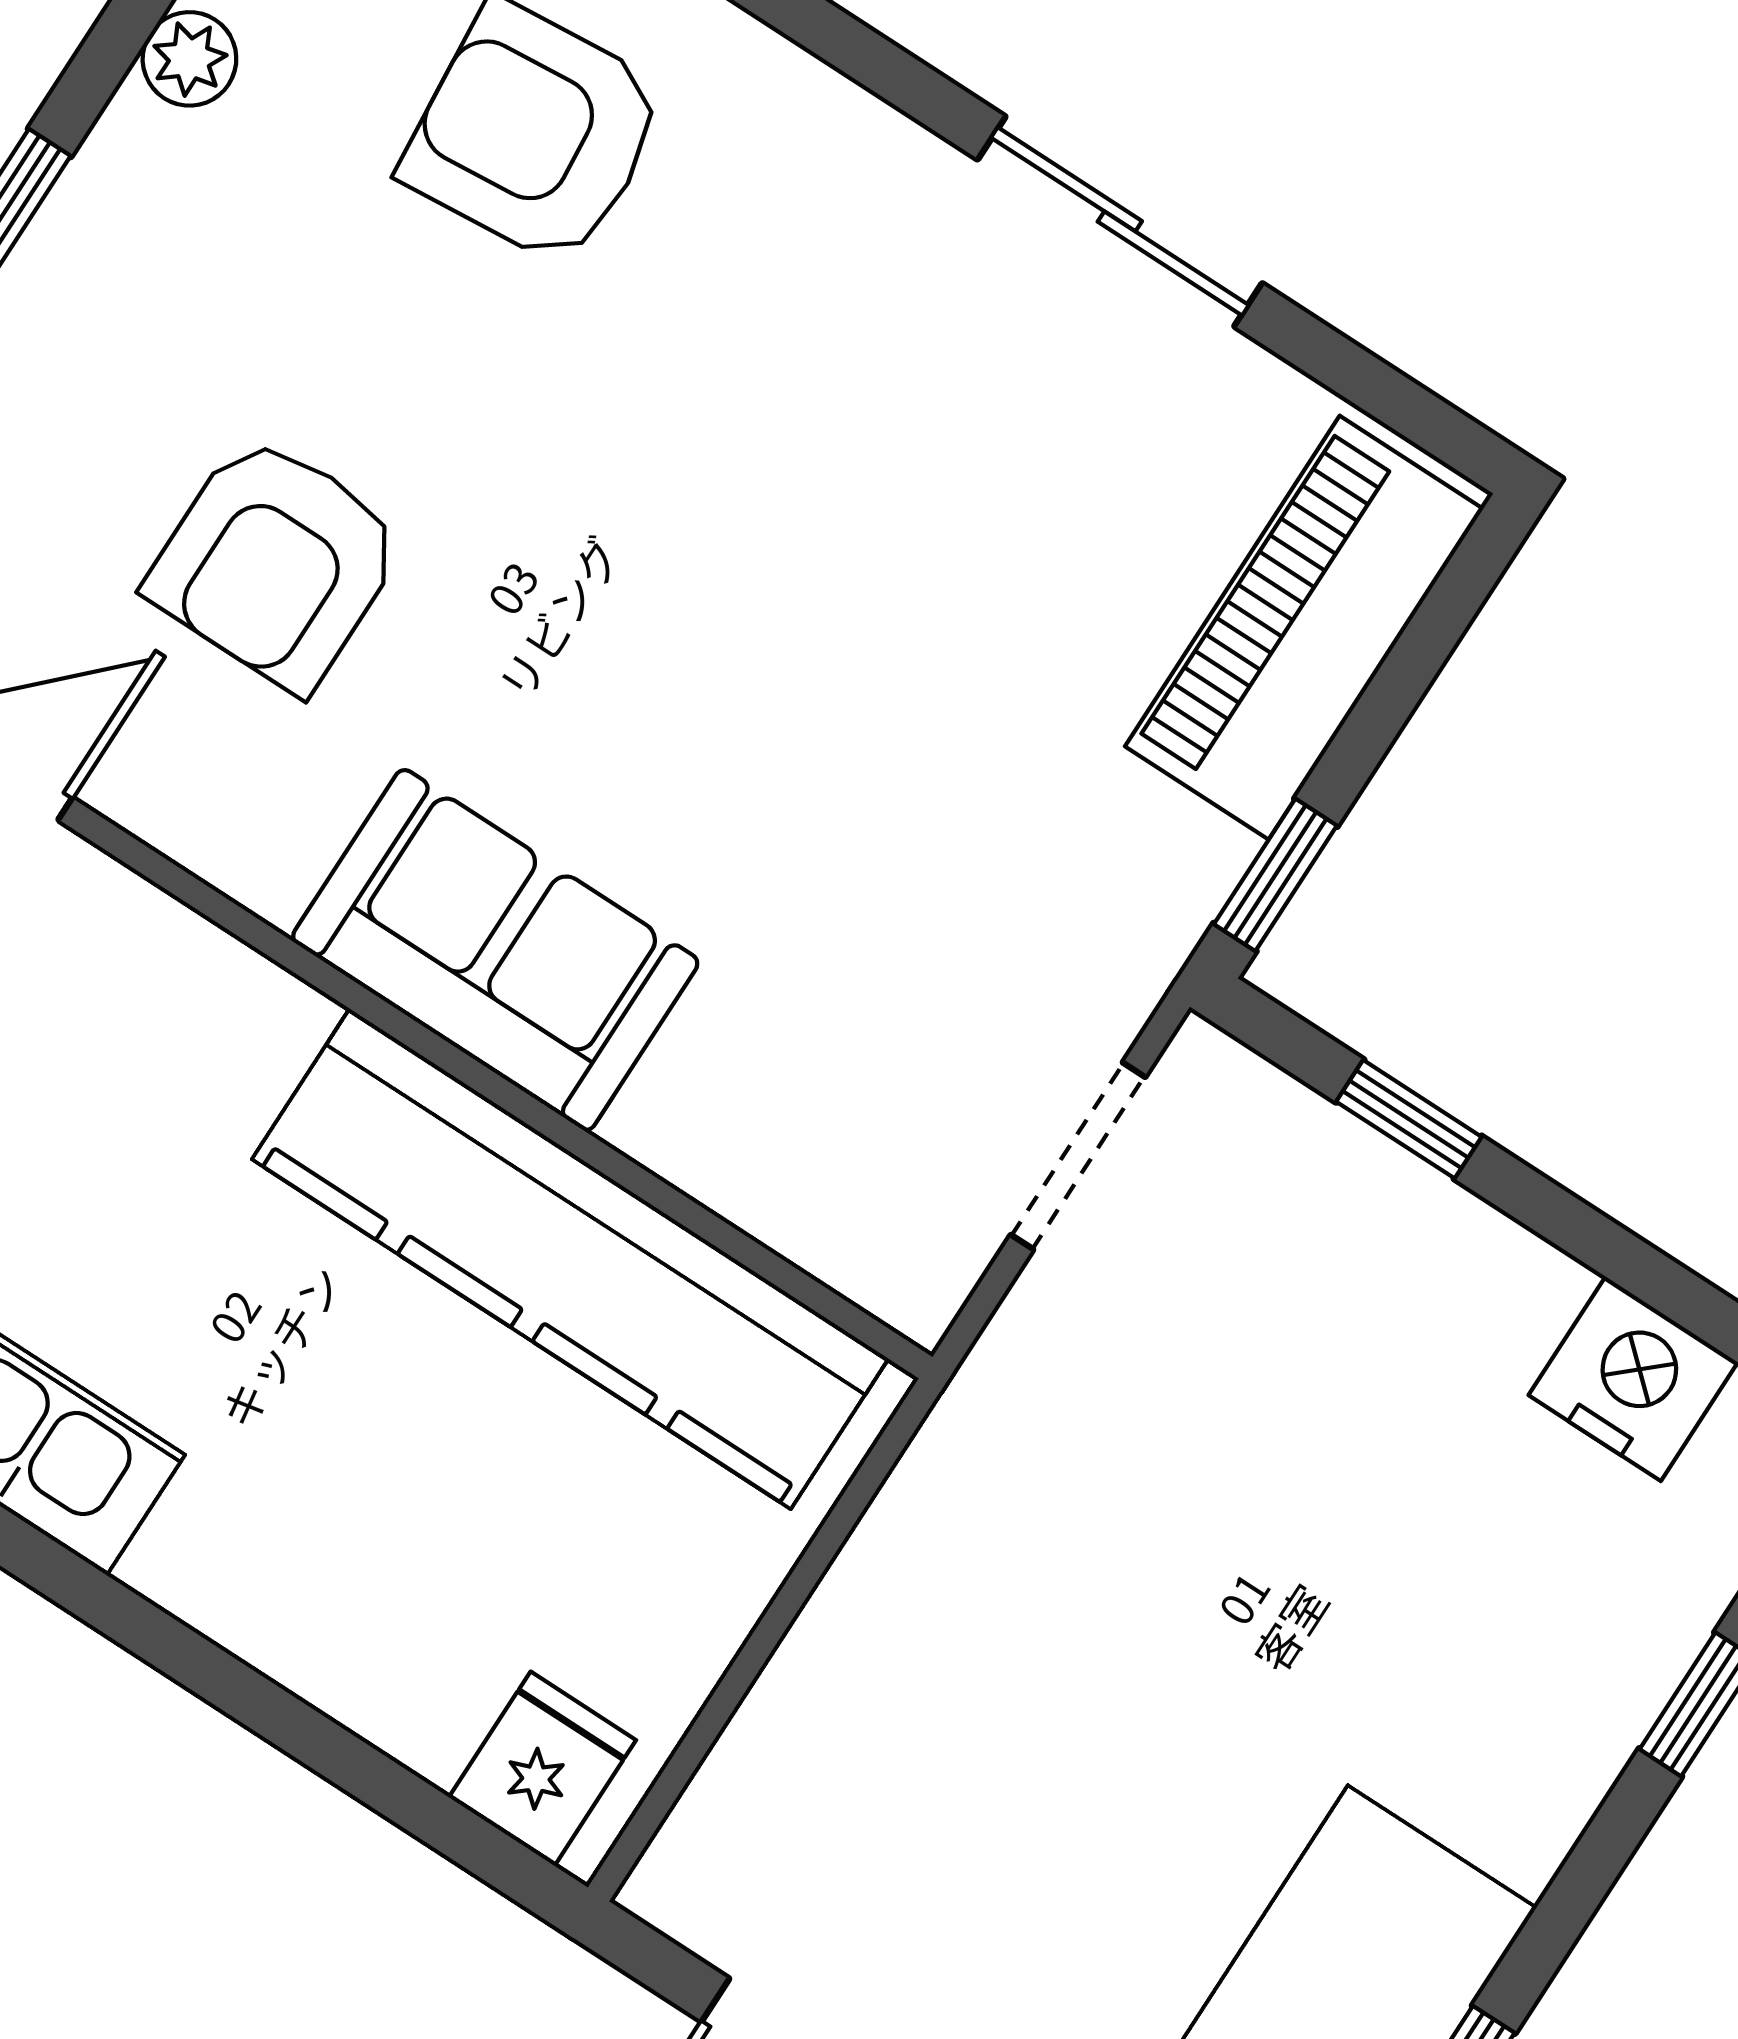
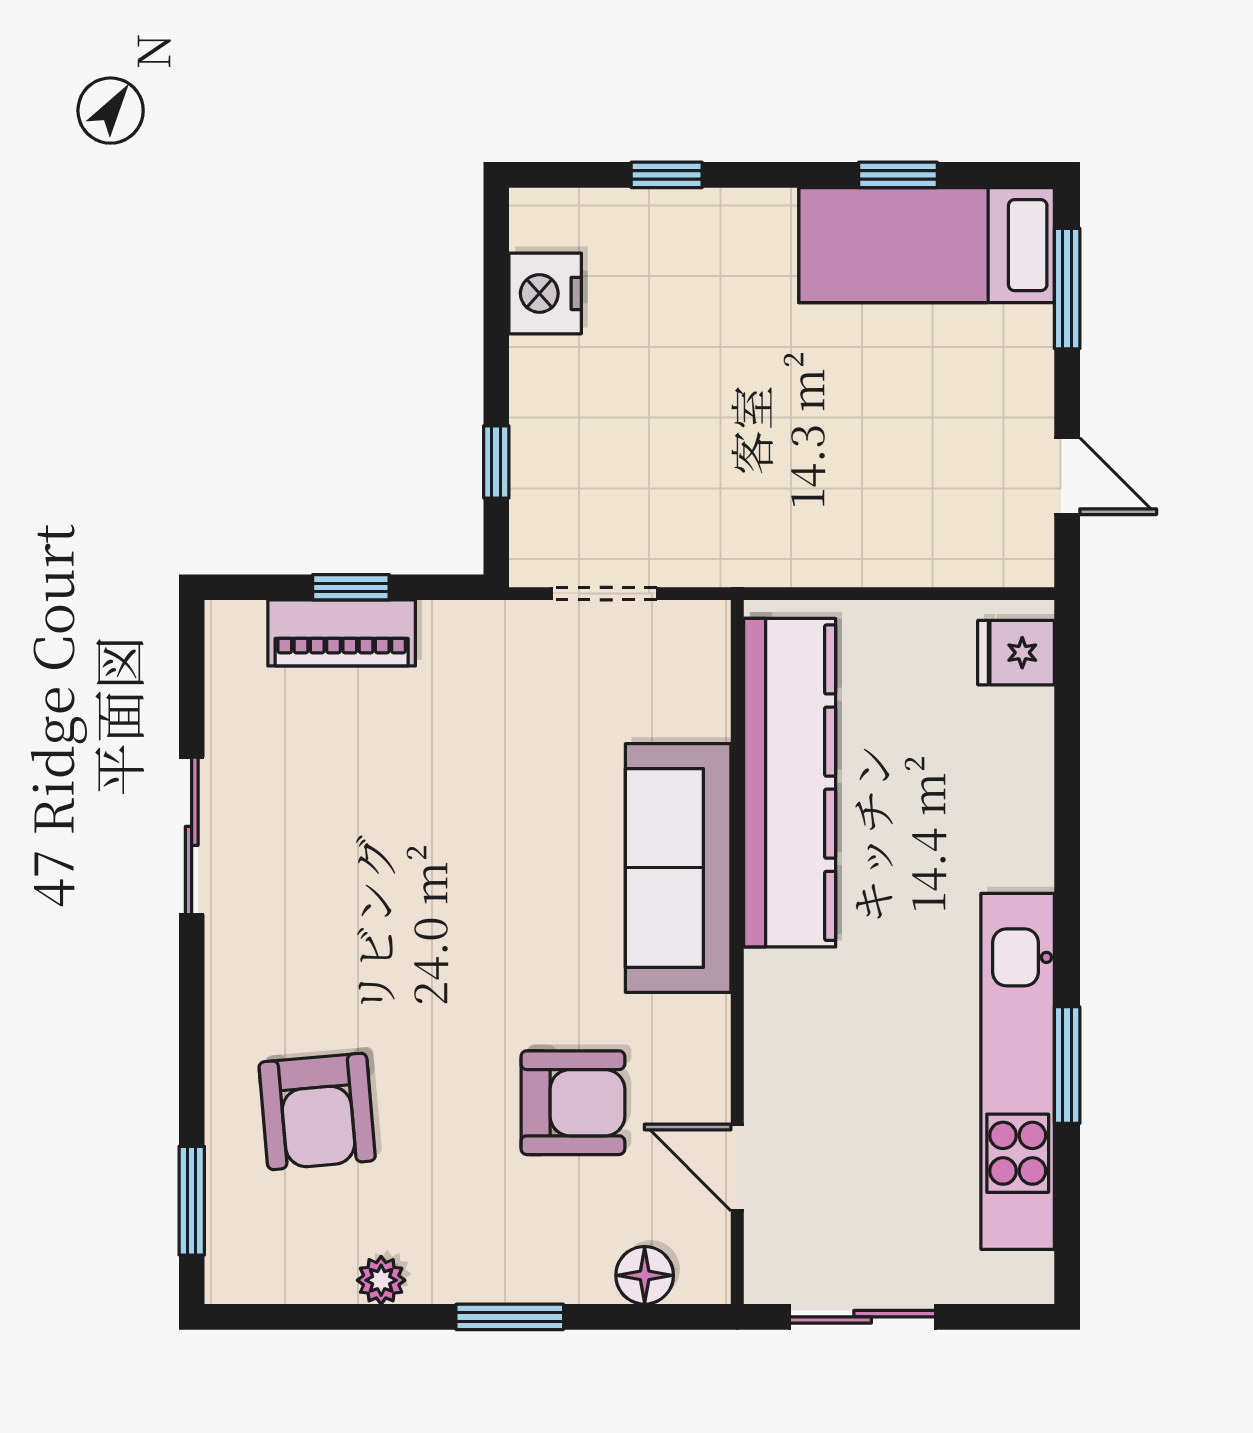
piano: (1304, 628) -> (342, 633), width x0.73, depth x0.75
window: (1275, 875) -> (351, 587), moved
sofa: (495, 950) -> (678, 868), width x1.36

